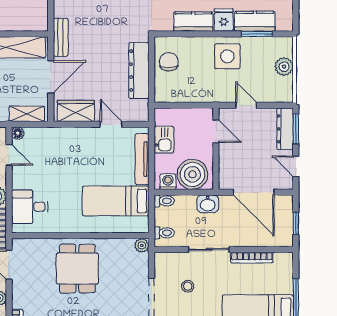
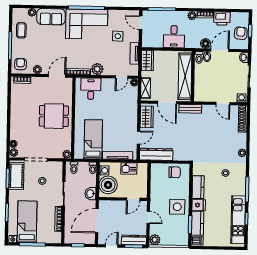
dishwasher: (284, 21) -> (197, 241), added
plant: (284, 67) -> (155, 240), moved
dresser: (139, 71) -> (156, 154), moved
door: (246, 105) -> (148, 217), hinge flipped

